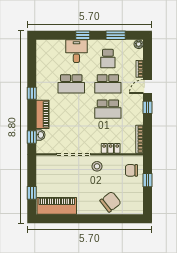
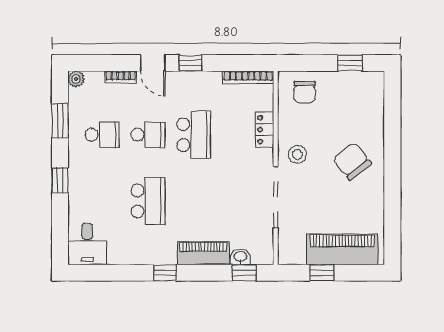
desk: (76, 51) -> (87, 244), moved, turned -90
school desk: (108, 84) -> (148, 135), width x0.54
window: (147, 180) -> (350, 63), moved
window: (32, 193) -> (322, 273), moved
chair: (110, 202) -> (352, 161), moved
piano: (57, 206) -> (342, 249), moved, turned 90

